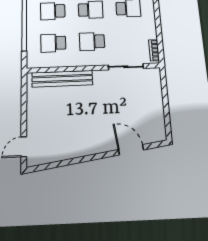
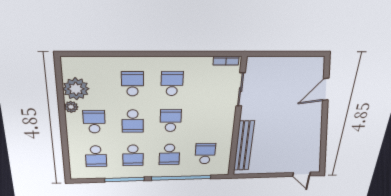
school desk: (92, 42) -> (208, 120), removed
school desk: (53, 43) -> (205, 154), turned 180

